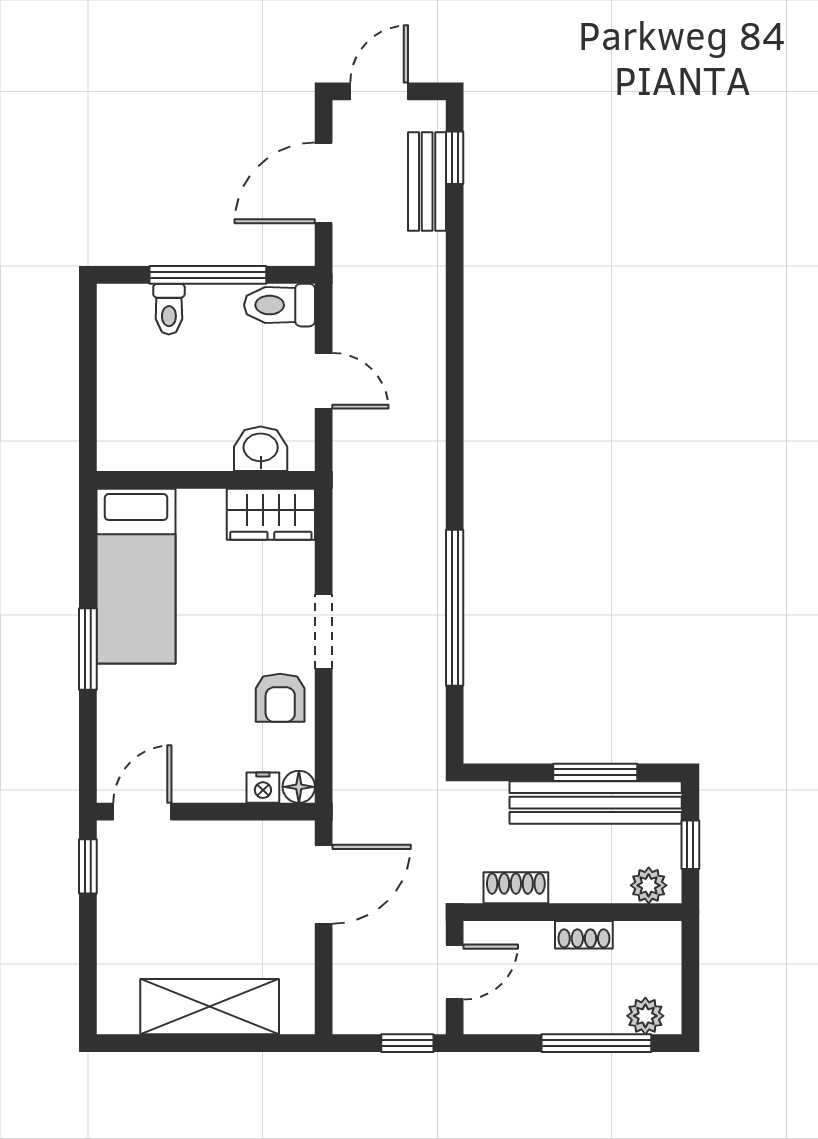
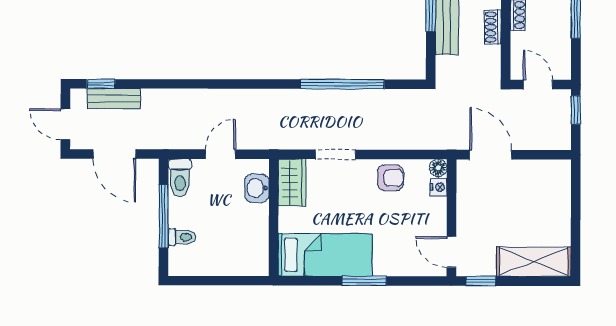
doorway: (324, 632) -> (335, 154), moved
shoe rack: (516, 888) -> (493, 27), moved
shelving: (210, 1007) -> (534, 262), moved, turned 90

